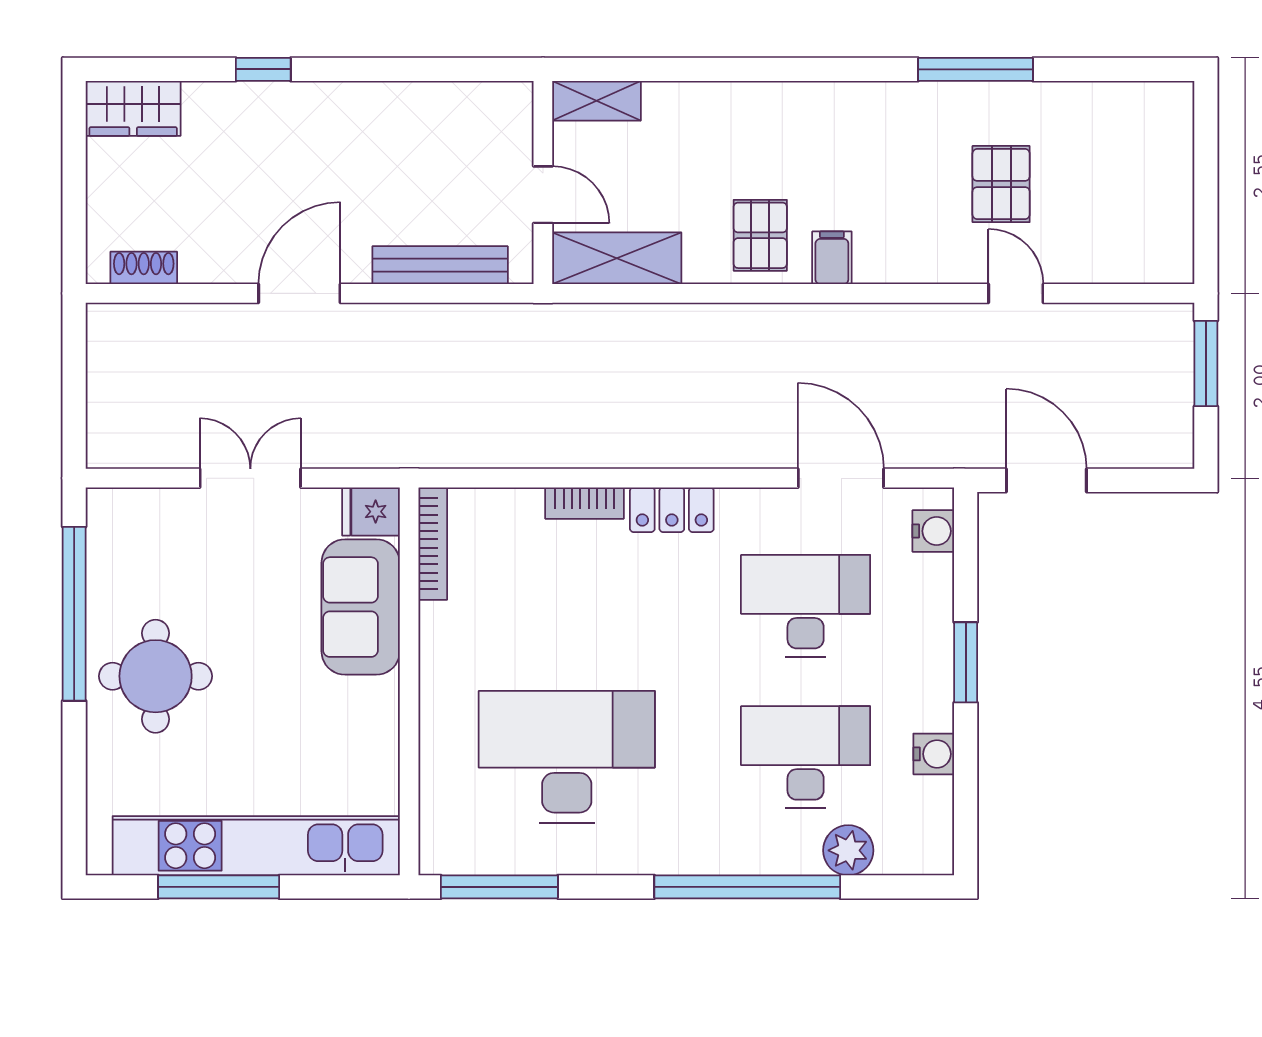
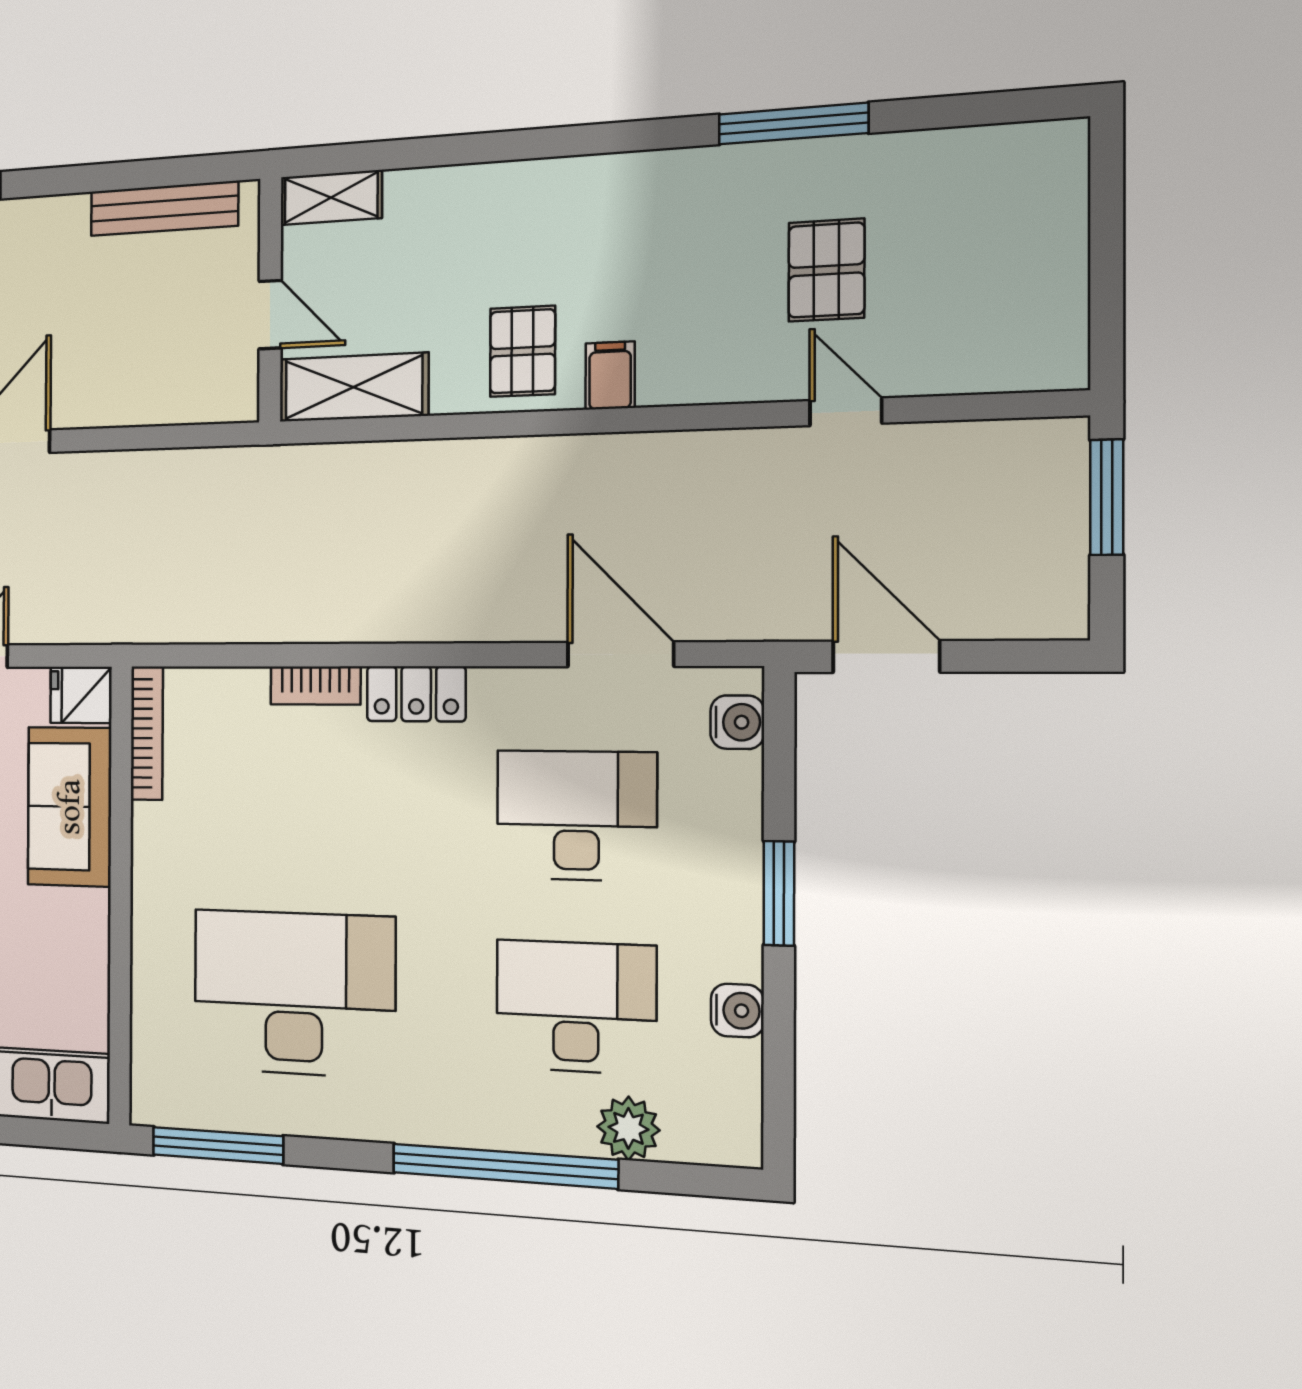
bench: (440, 265) -> (164, 209), moved

